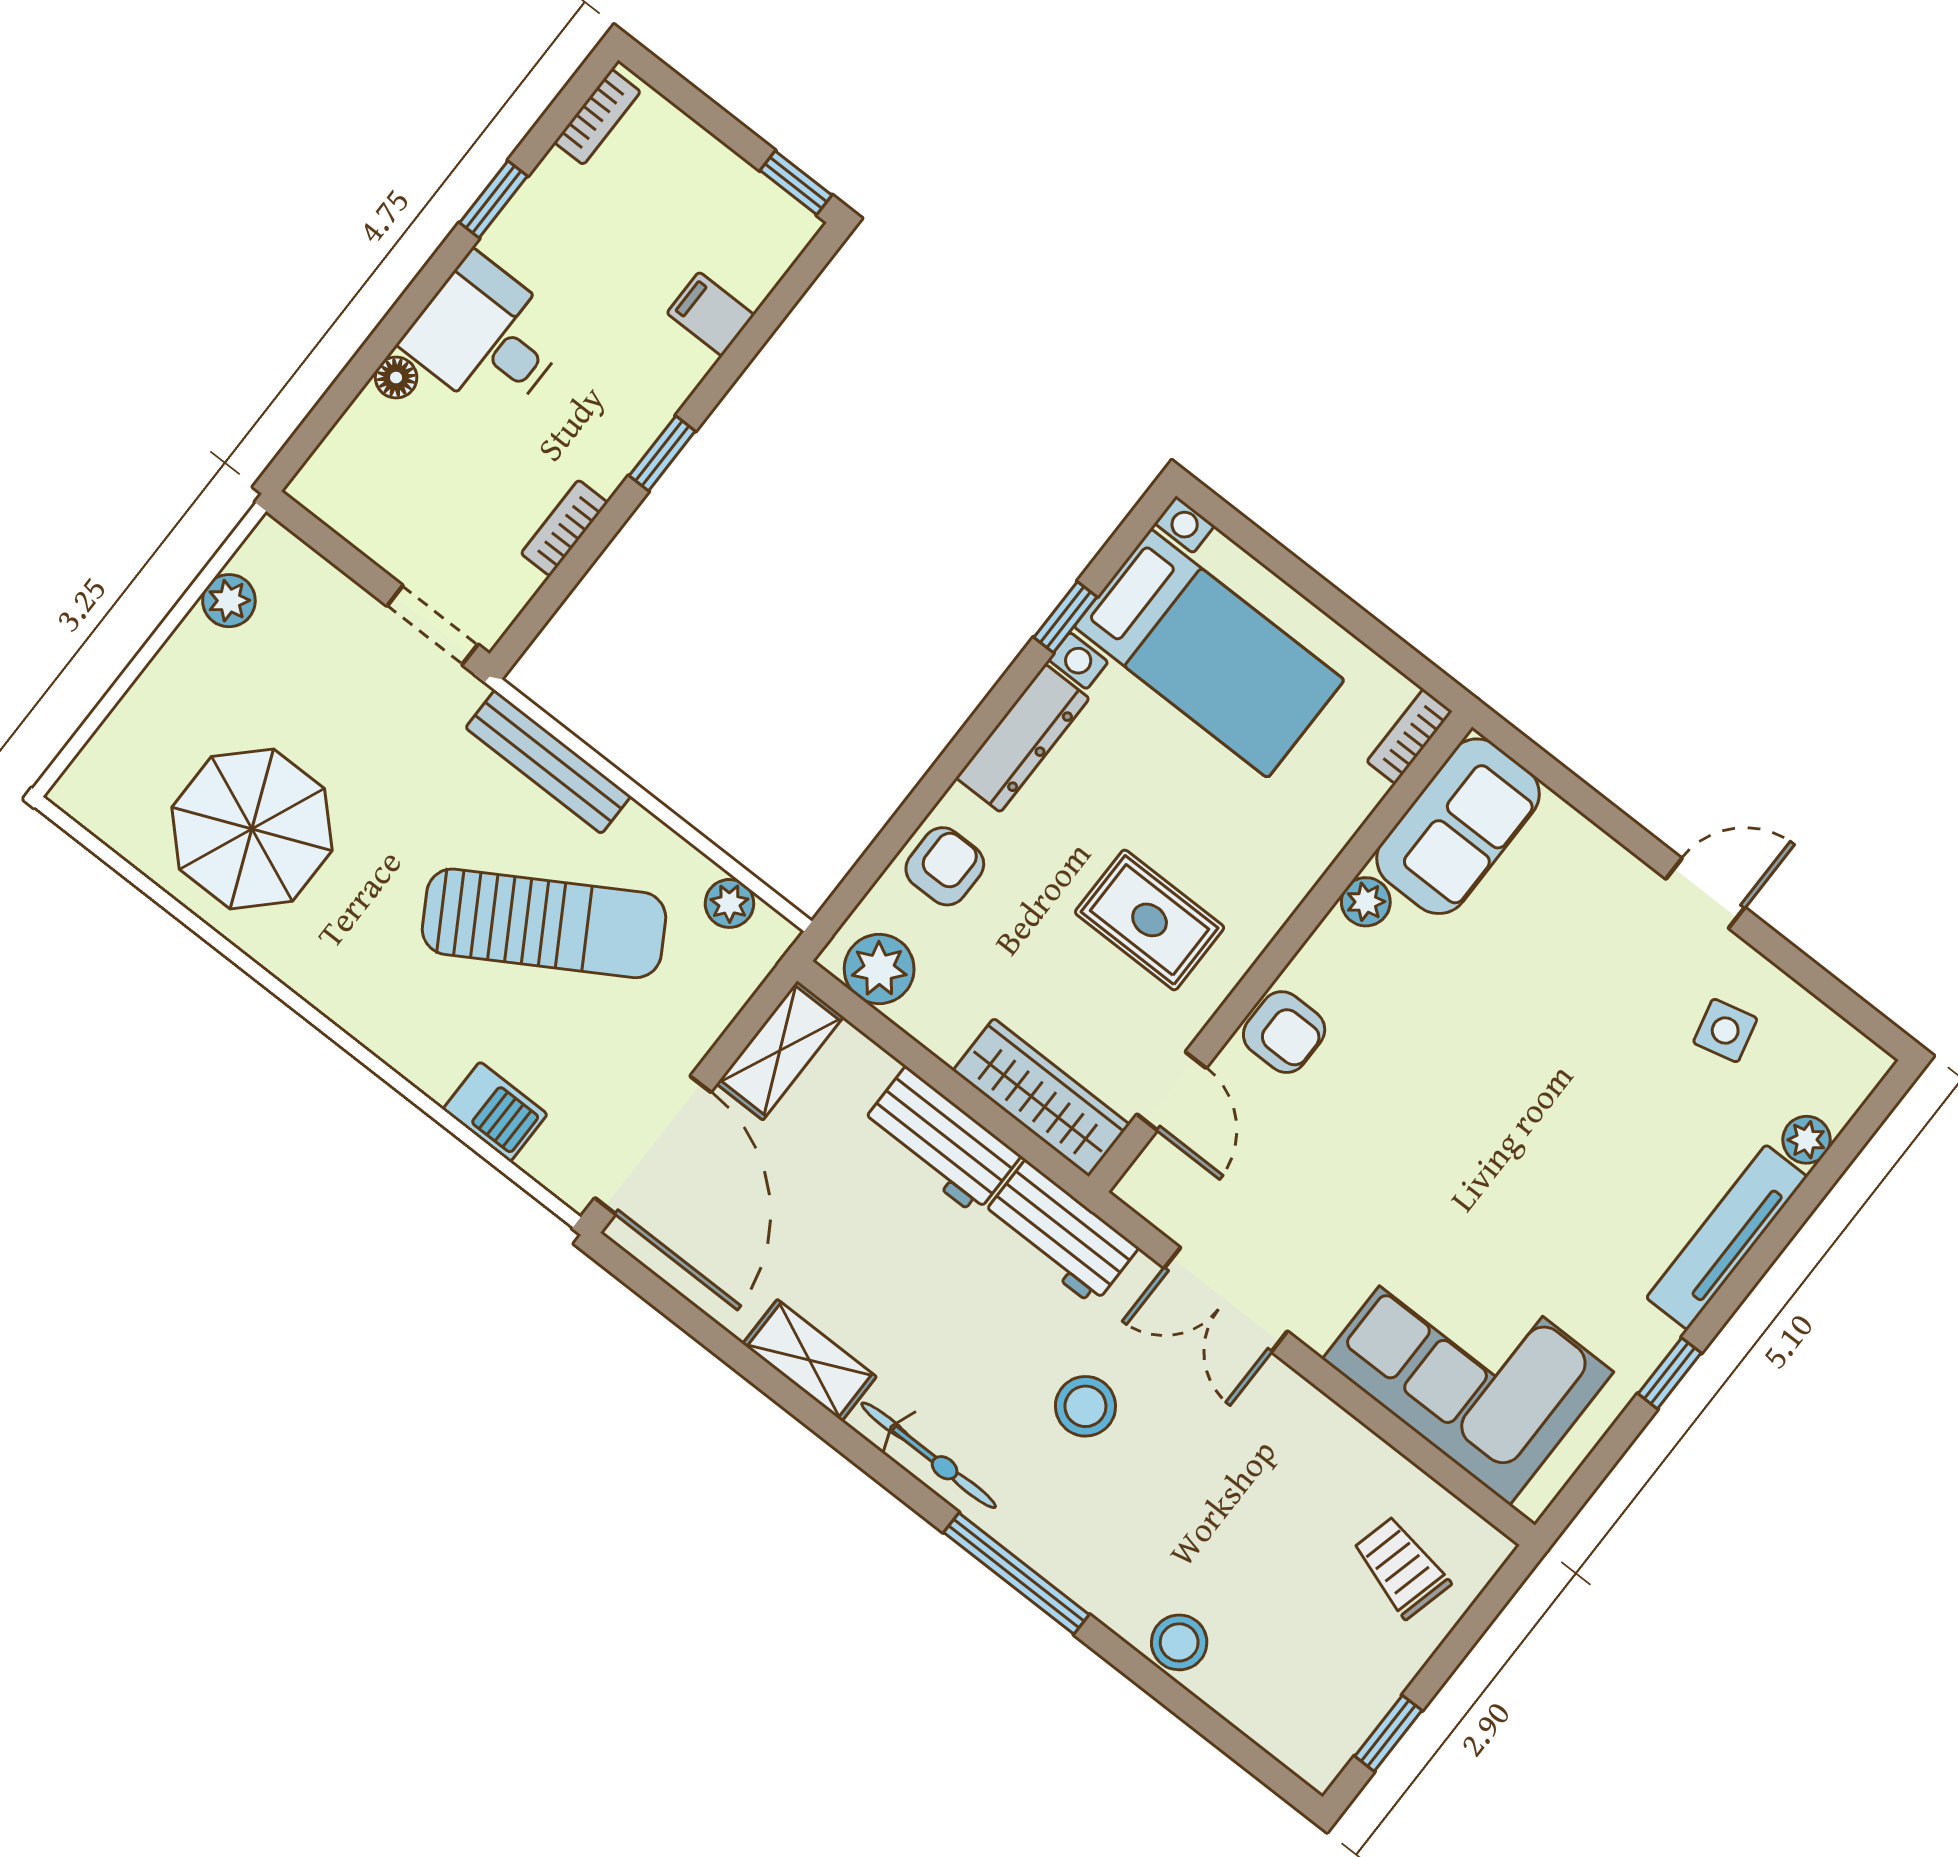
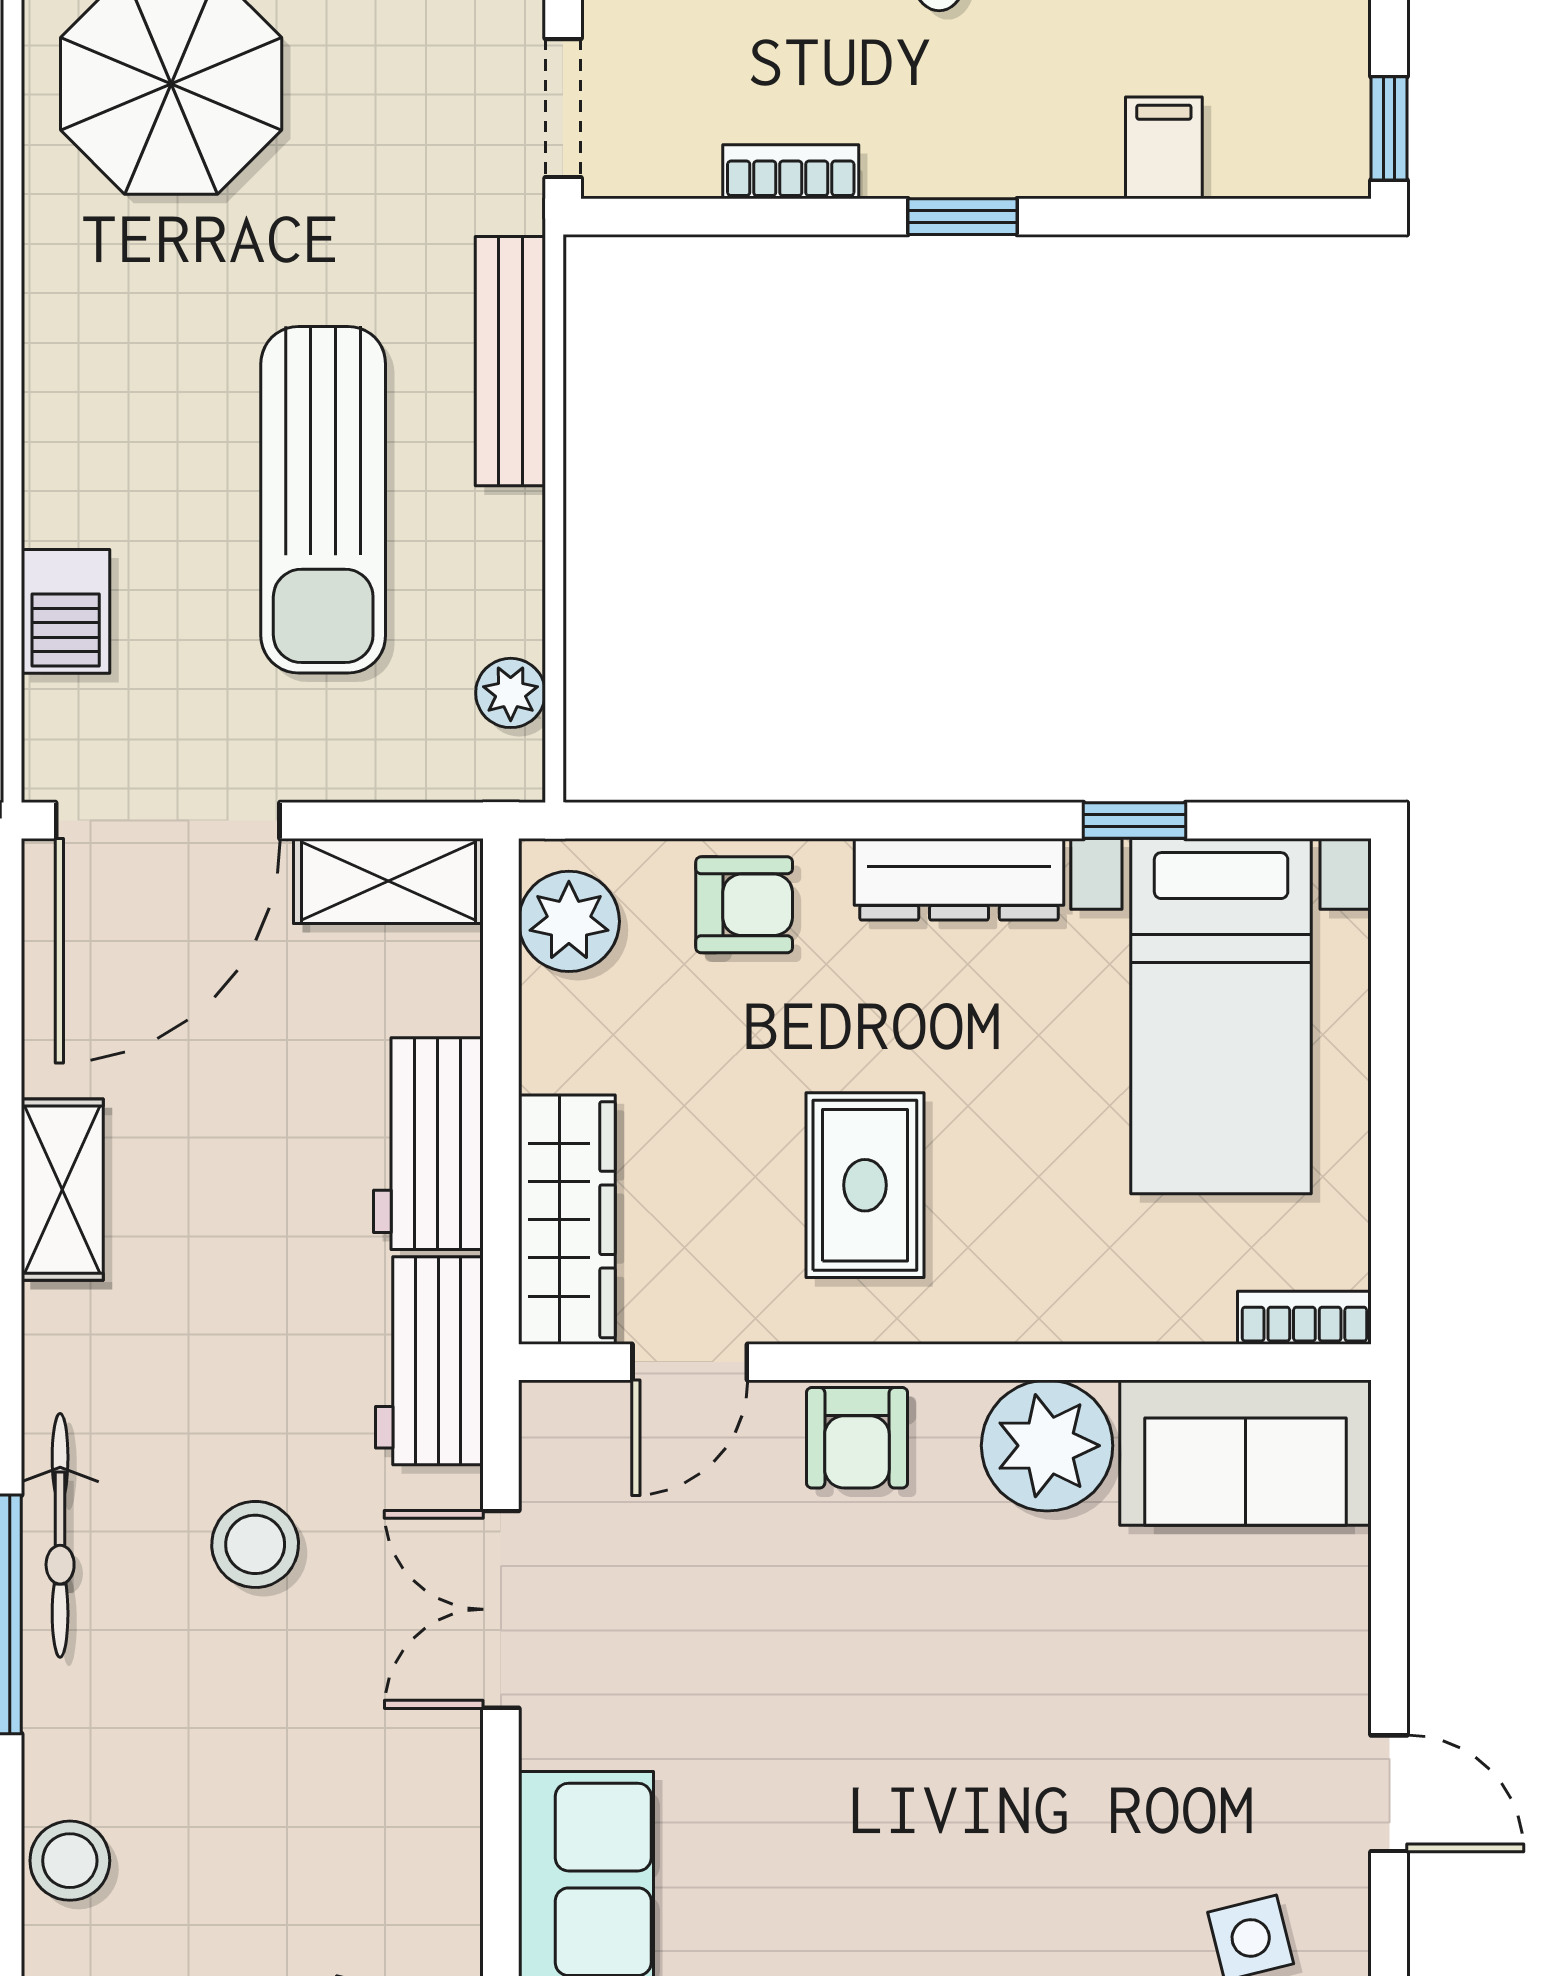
plant: (1366, 902) -> (1047, 1446), width x1.88, depth x1.88
sun lounger: (544, 923) -> (323, 500), turned 31
bicycle: (929, 1455) -> (60, 1535), moved

